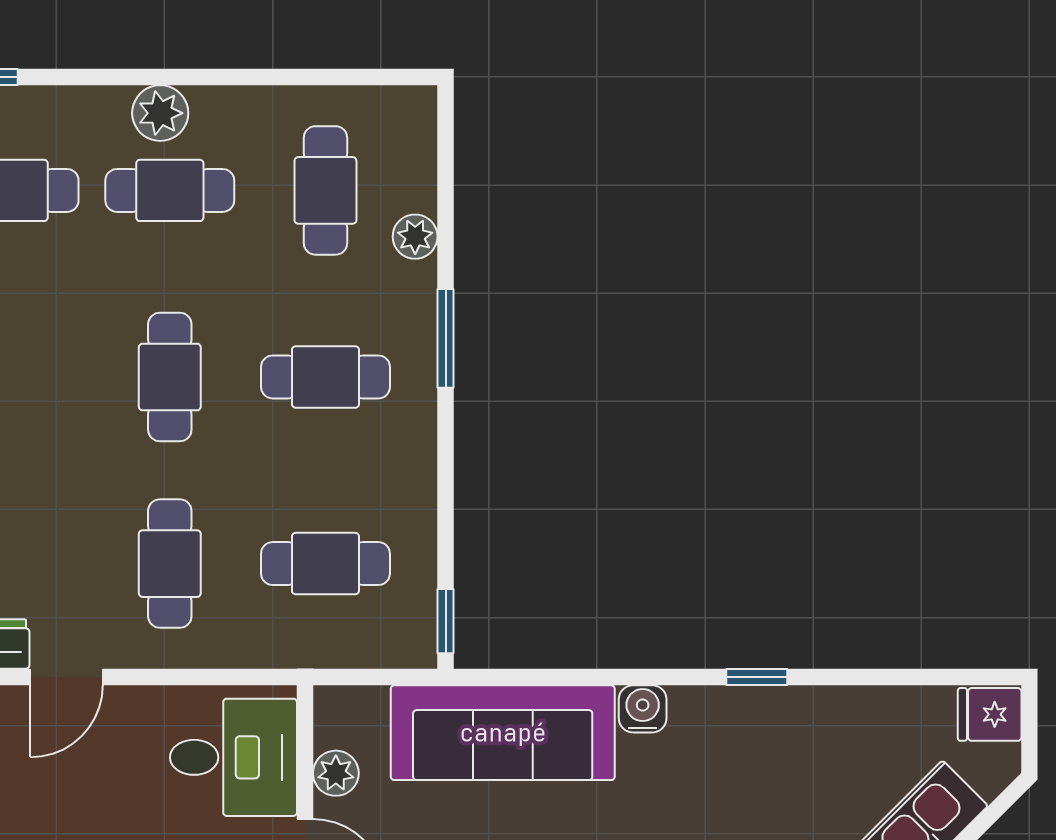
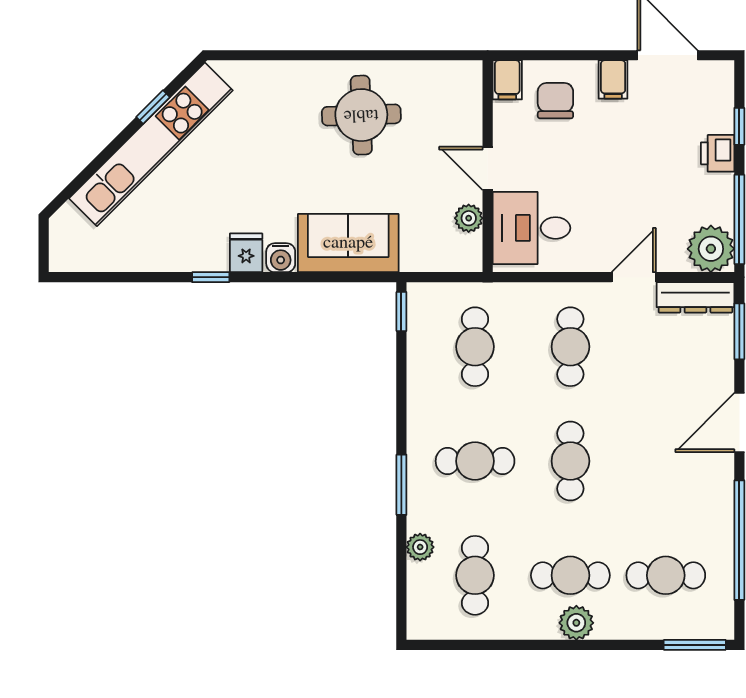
cafe table: (325, 564) -> (475, 347), turned 90
fridge: (990, 714) -> (246, 253), moved, turned -90
sofa: (503, 733) -> (348, 243), width x0.73

